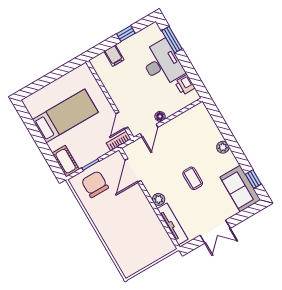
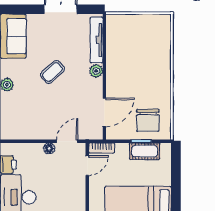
cot: (66, 161) -> (145, 151), moved, turned 90
coffee table: (193, 178) -> (52, 72), turned 48

